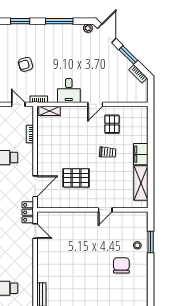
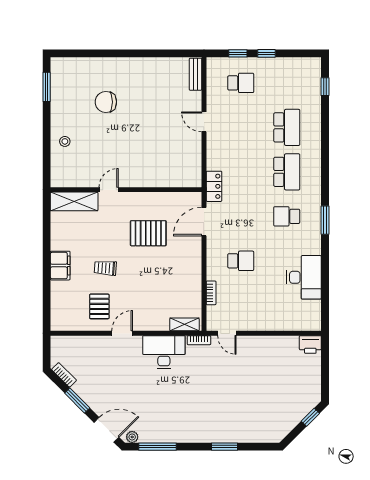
window: (59, 21) -> (158, 447), moved
door: (107, 33) -> (106, 430), swing flipped
armchair: (25, 64) -> (217, 388), removed
desk: (69, 91) -> (164, 352), width x1.37
shelving: (141, 183) -> (74, 201), moved, turned 90
door: (35, 231) -> (204, 122), moved
window: (151, 242) -> (47, 87), moved
chair: (121, 265) -> (106, 102), moved, turned 90

